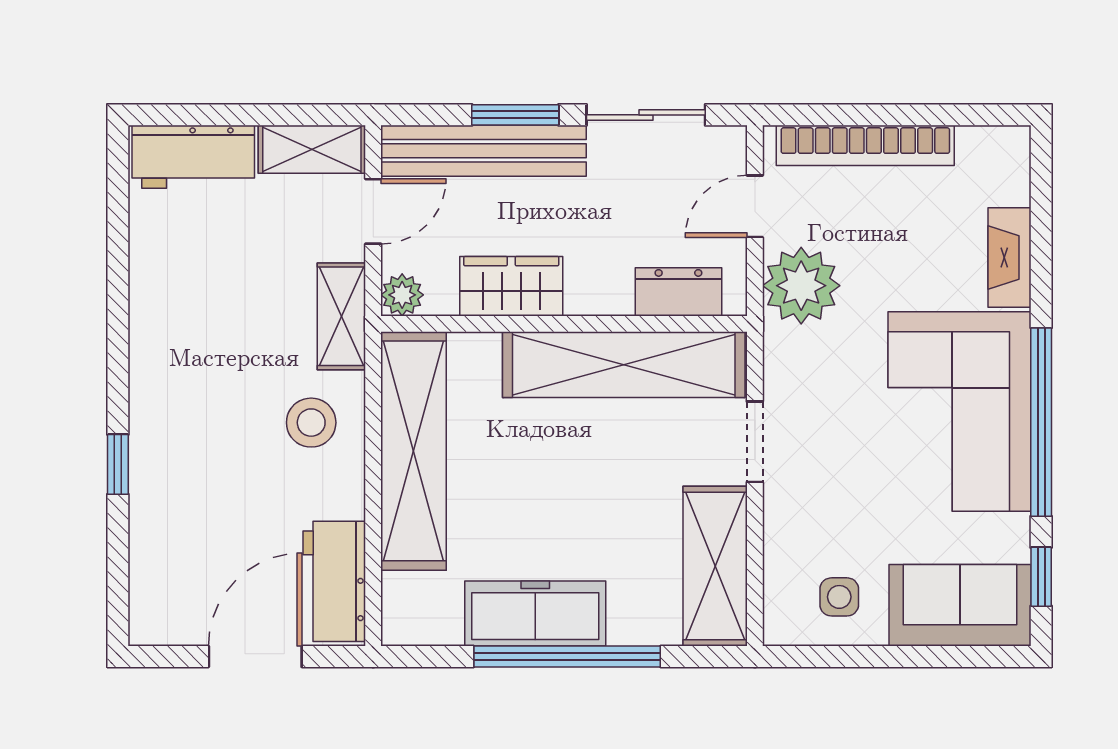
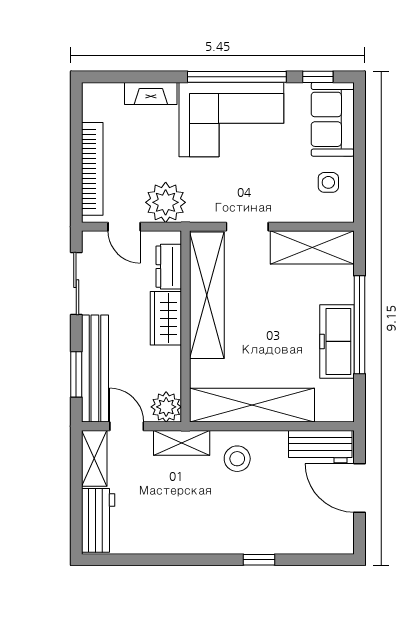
window: (515, 115) -> (76, 374), moved
wardrobe: (511, 286) -> (166, 318), moved
plant: (402, 295) -> (166, 407), width x1.38, depth x1.38

